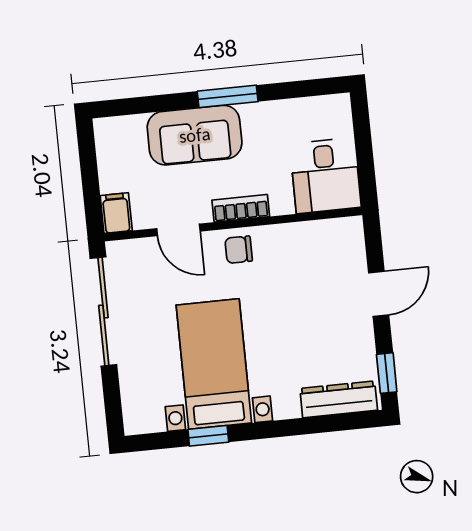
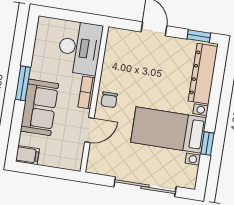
desk: (325, 176) -> (80, 48), width x1.37
filing cabinet: (116, 213) -> (27, 155), moved, turned 180
sliding door: (103, 312) -> (145, 187), moved
dresser: (339, 399) -> (203, 74), width x1.37, depth x1.24

